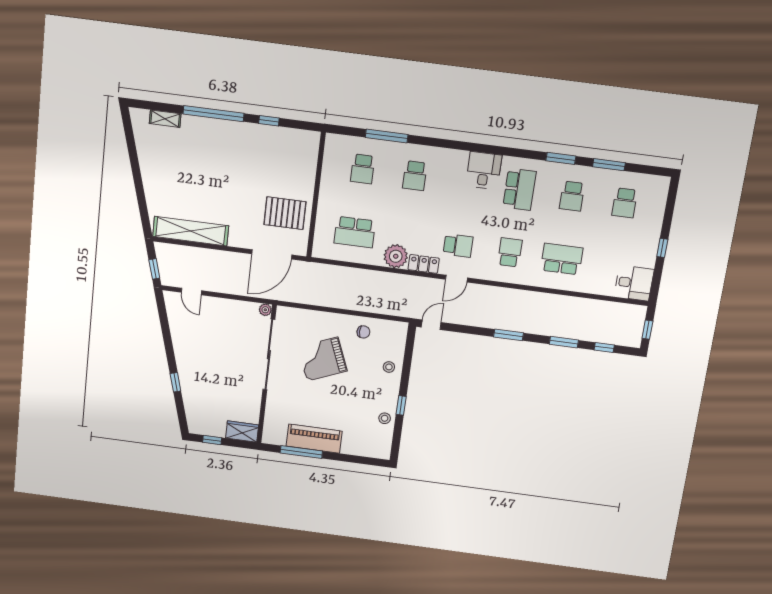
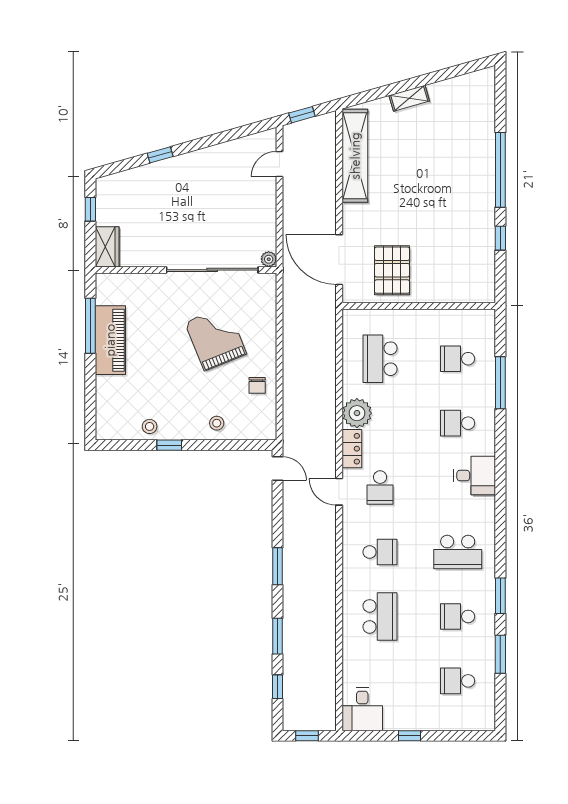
shelving: (165, 119) -> (409, 98), moved, turned 74
desk: (484, 170) -> (475, 476), moved

